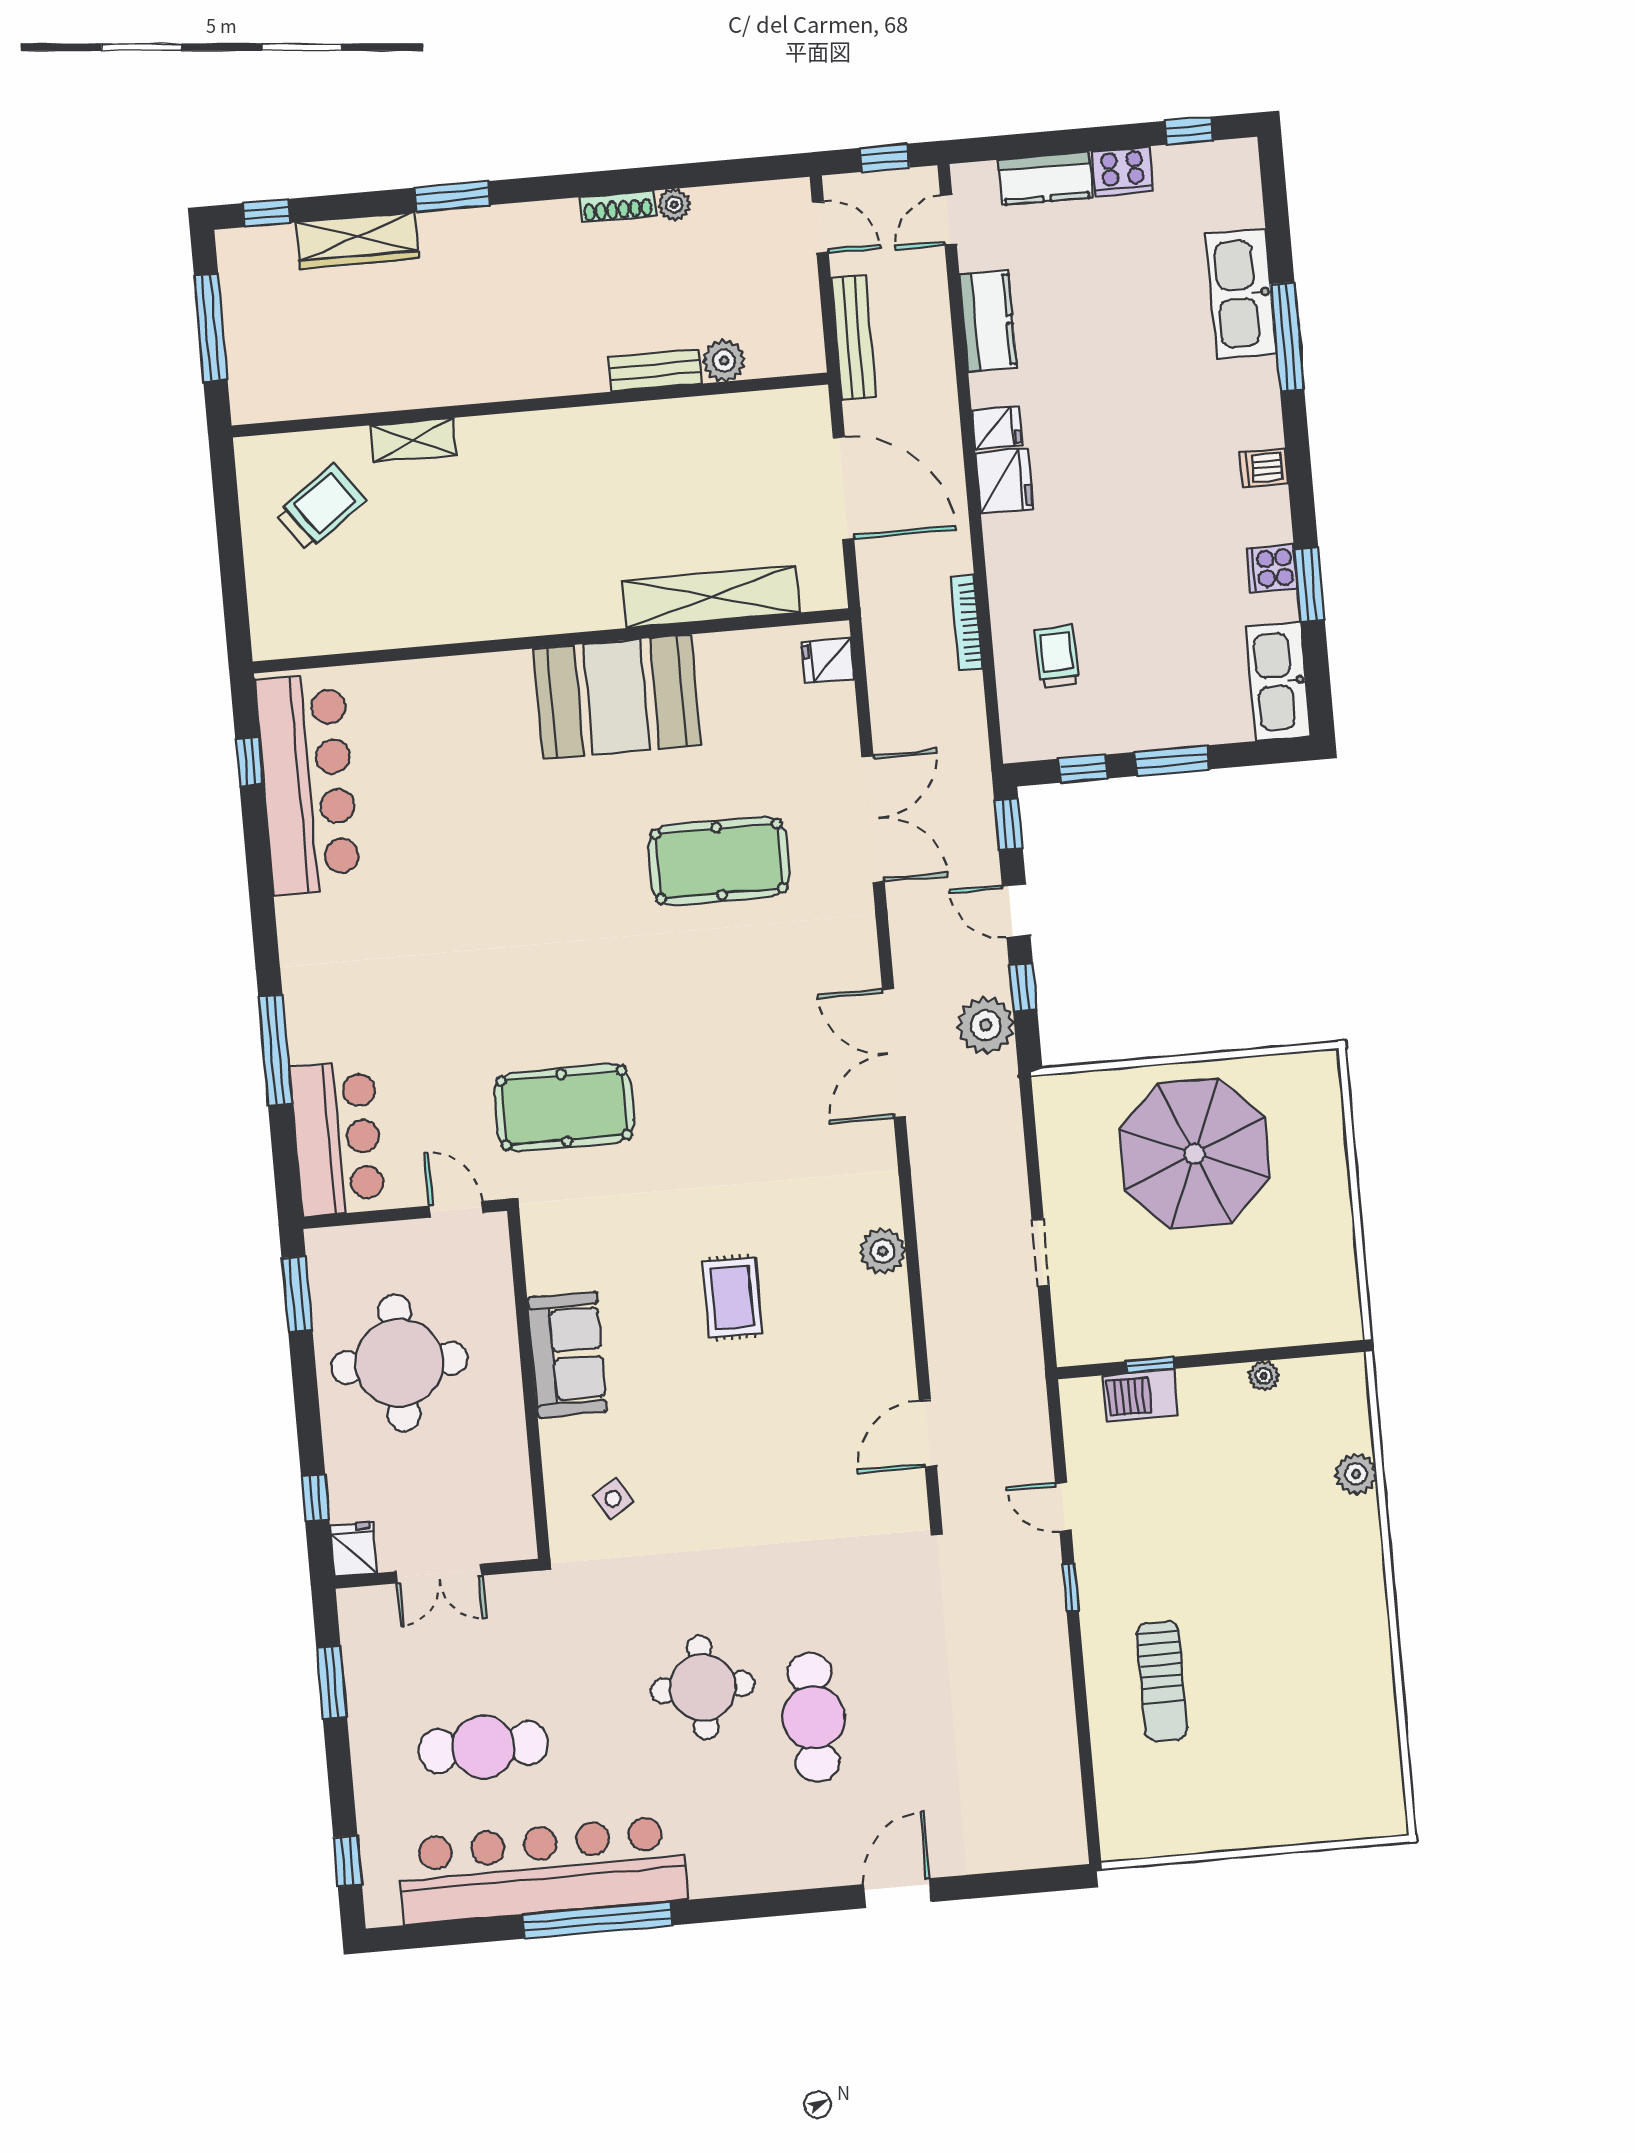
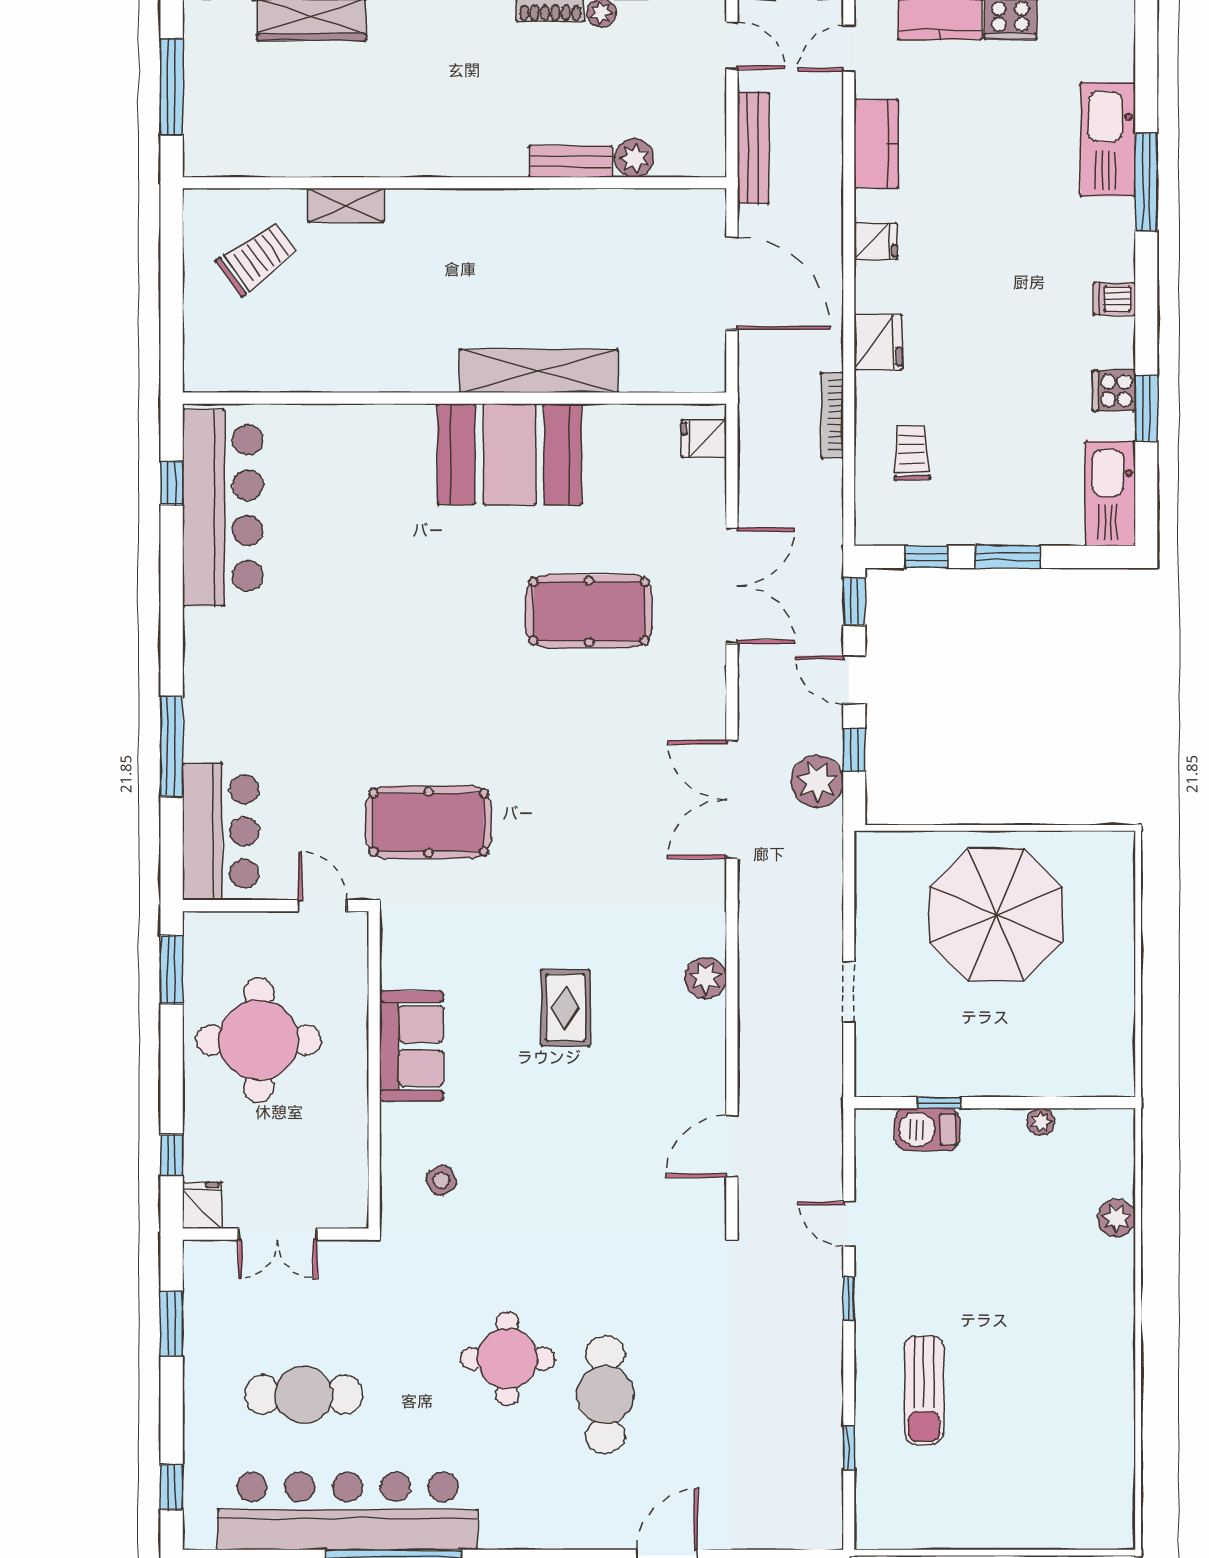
fridge: (1004, 481) -> (878, 342), moved
shelving: (711, 597) -> (539, 371), moved
window: (1085, 1752) -> (849, 1448), added

